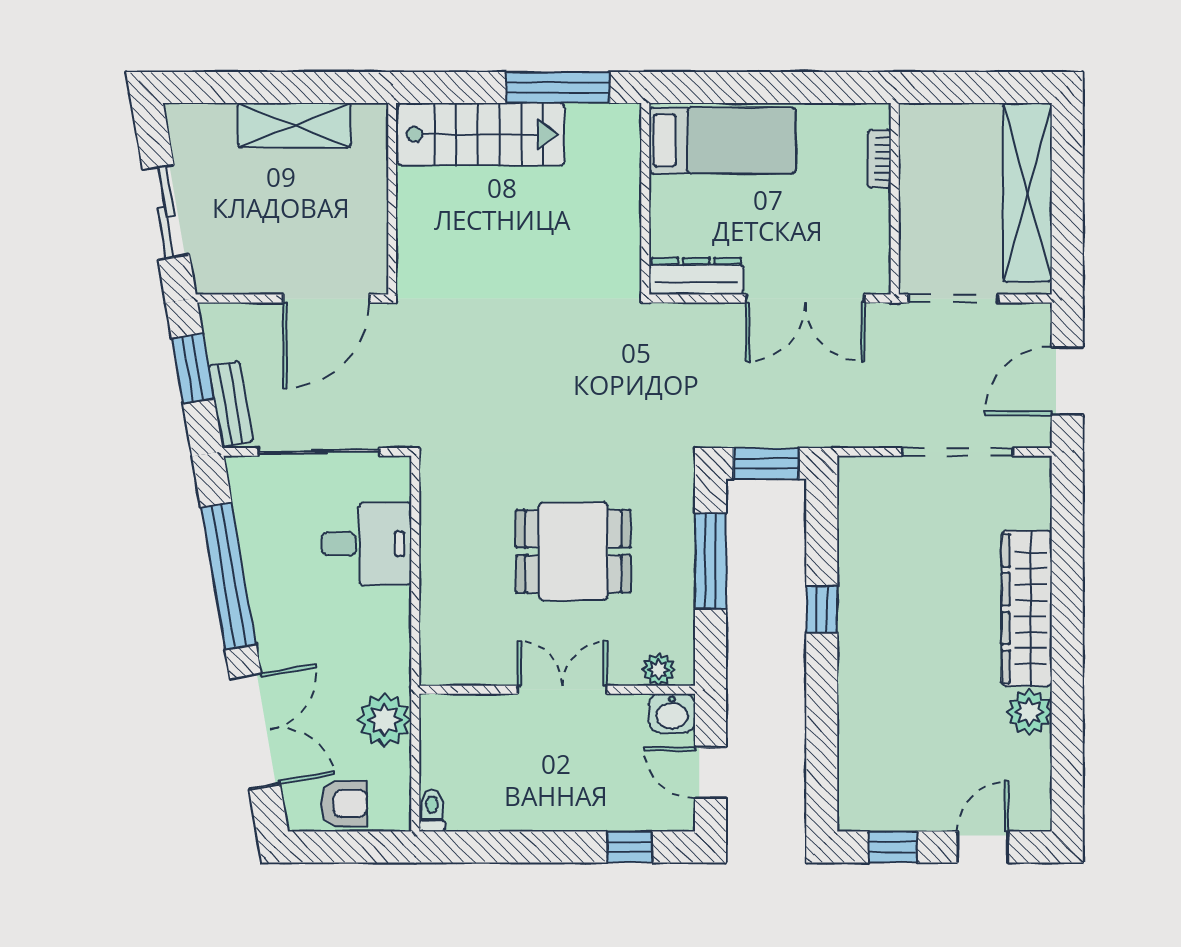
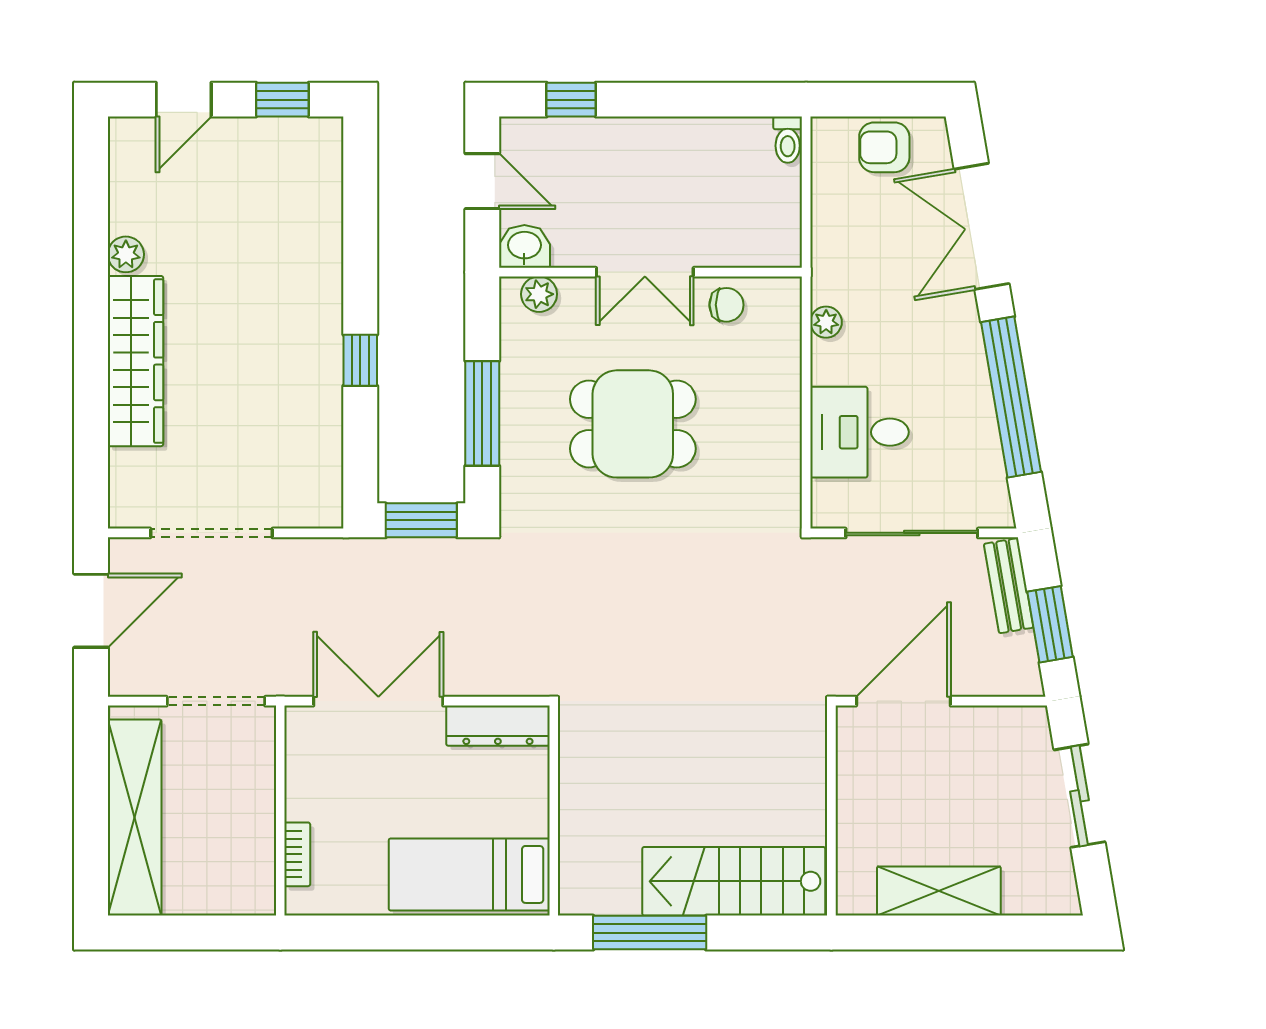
chair: (488, 660) -> (726, 305), added
plant: (1029, 712) -> (126, 254), width x0.73, depth x0.73
plant: (385, 720) -> (826, 322), moved, width x0.53, depth x0.53

